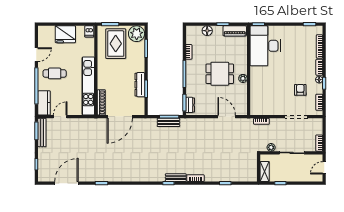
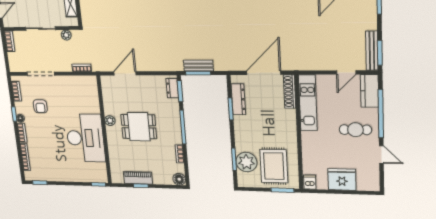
floor lamp: (207, 31) -> (179, 179), moved
piano: (235, 31) -> (138, 178), moved
plant: (137, 34) -> (246, 162), moved
desk: (265, 46) -> (85, 138), moved
door: (36, 55) -> (381, 155), swing flipped
dresser: (140, 85) -> (238, 99), moved
kitchen unit: (88, 86) -> (308, 103), width x0.73
door: (227, 117) -> (125, 73), swing flipped

